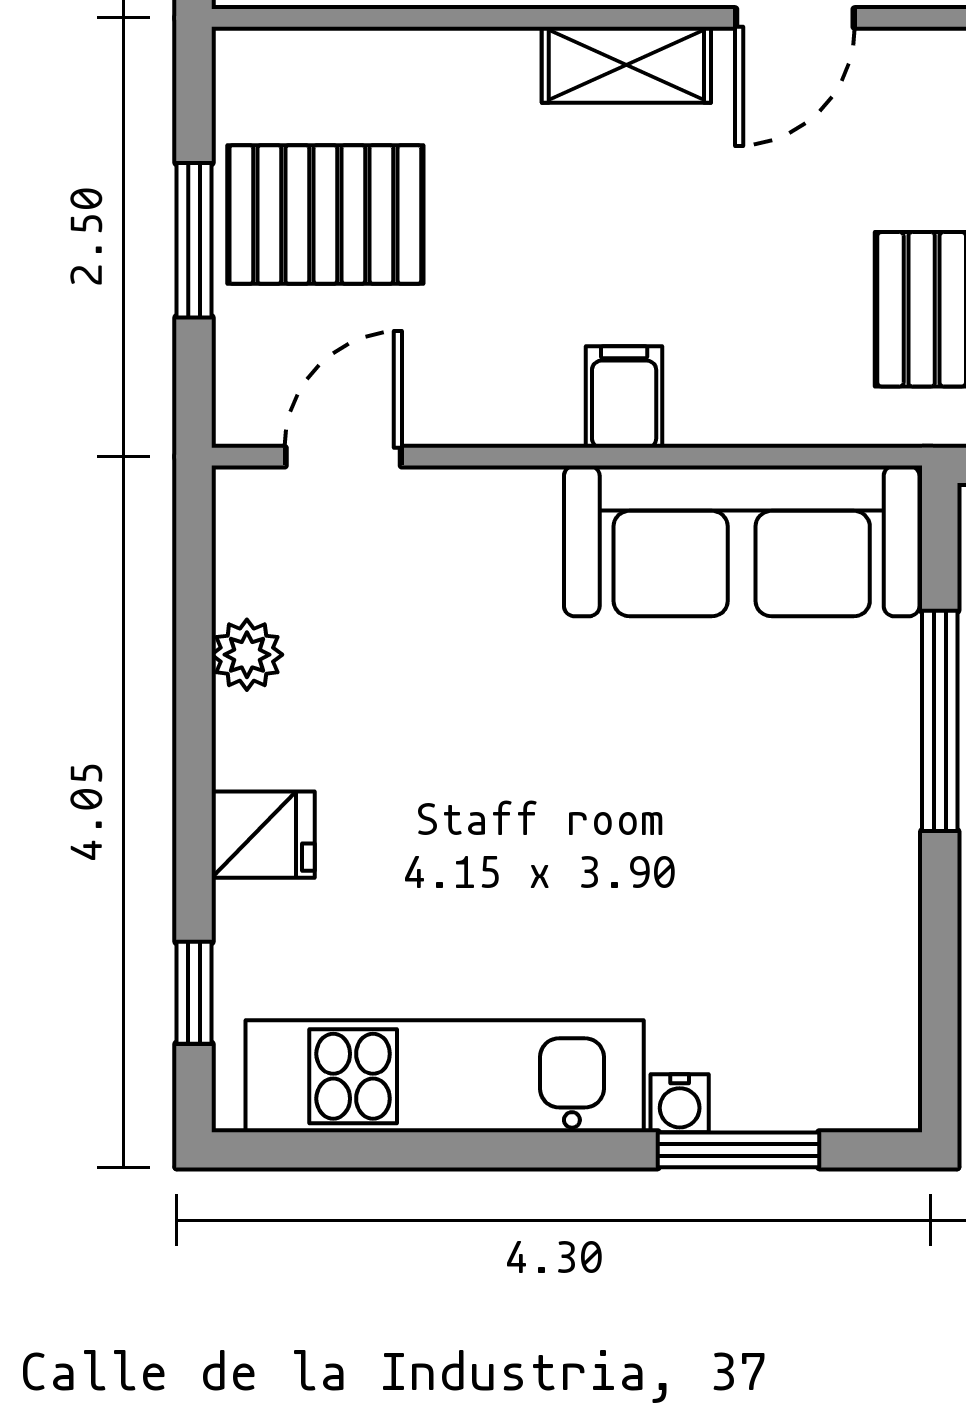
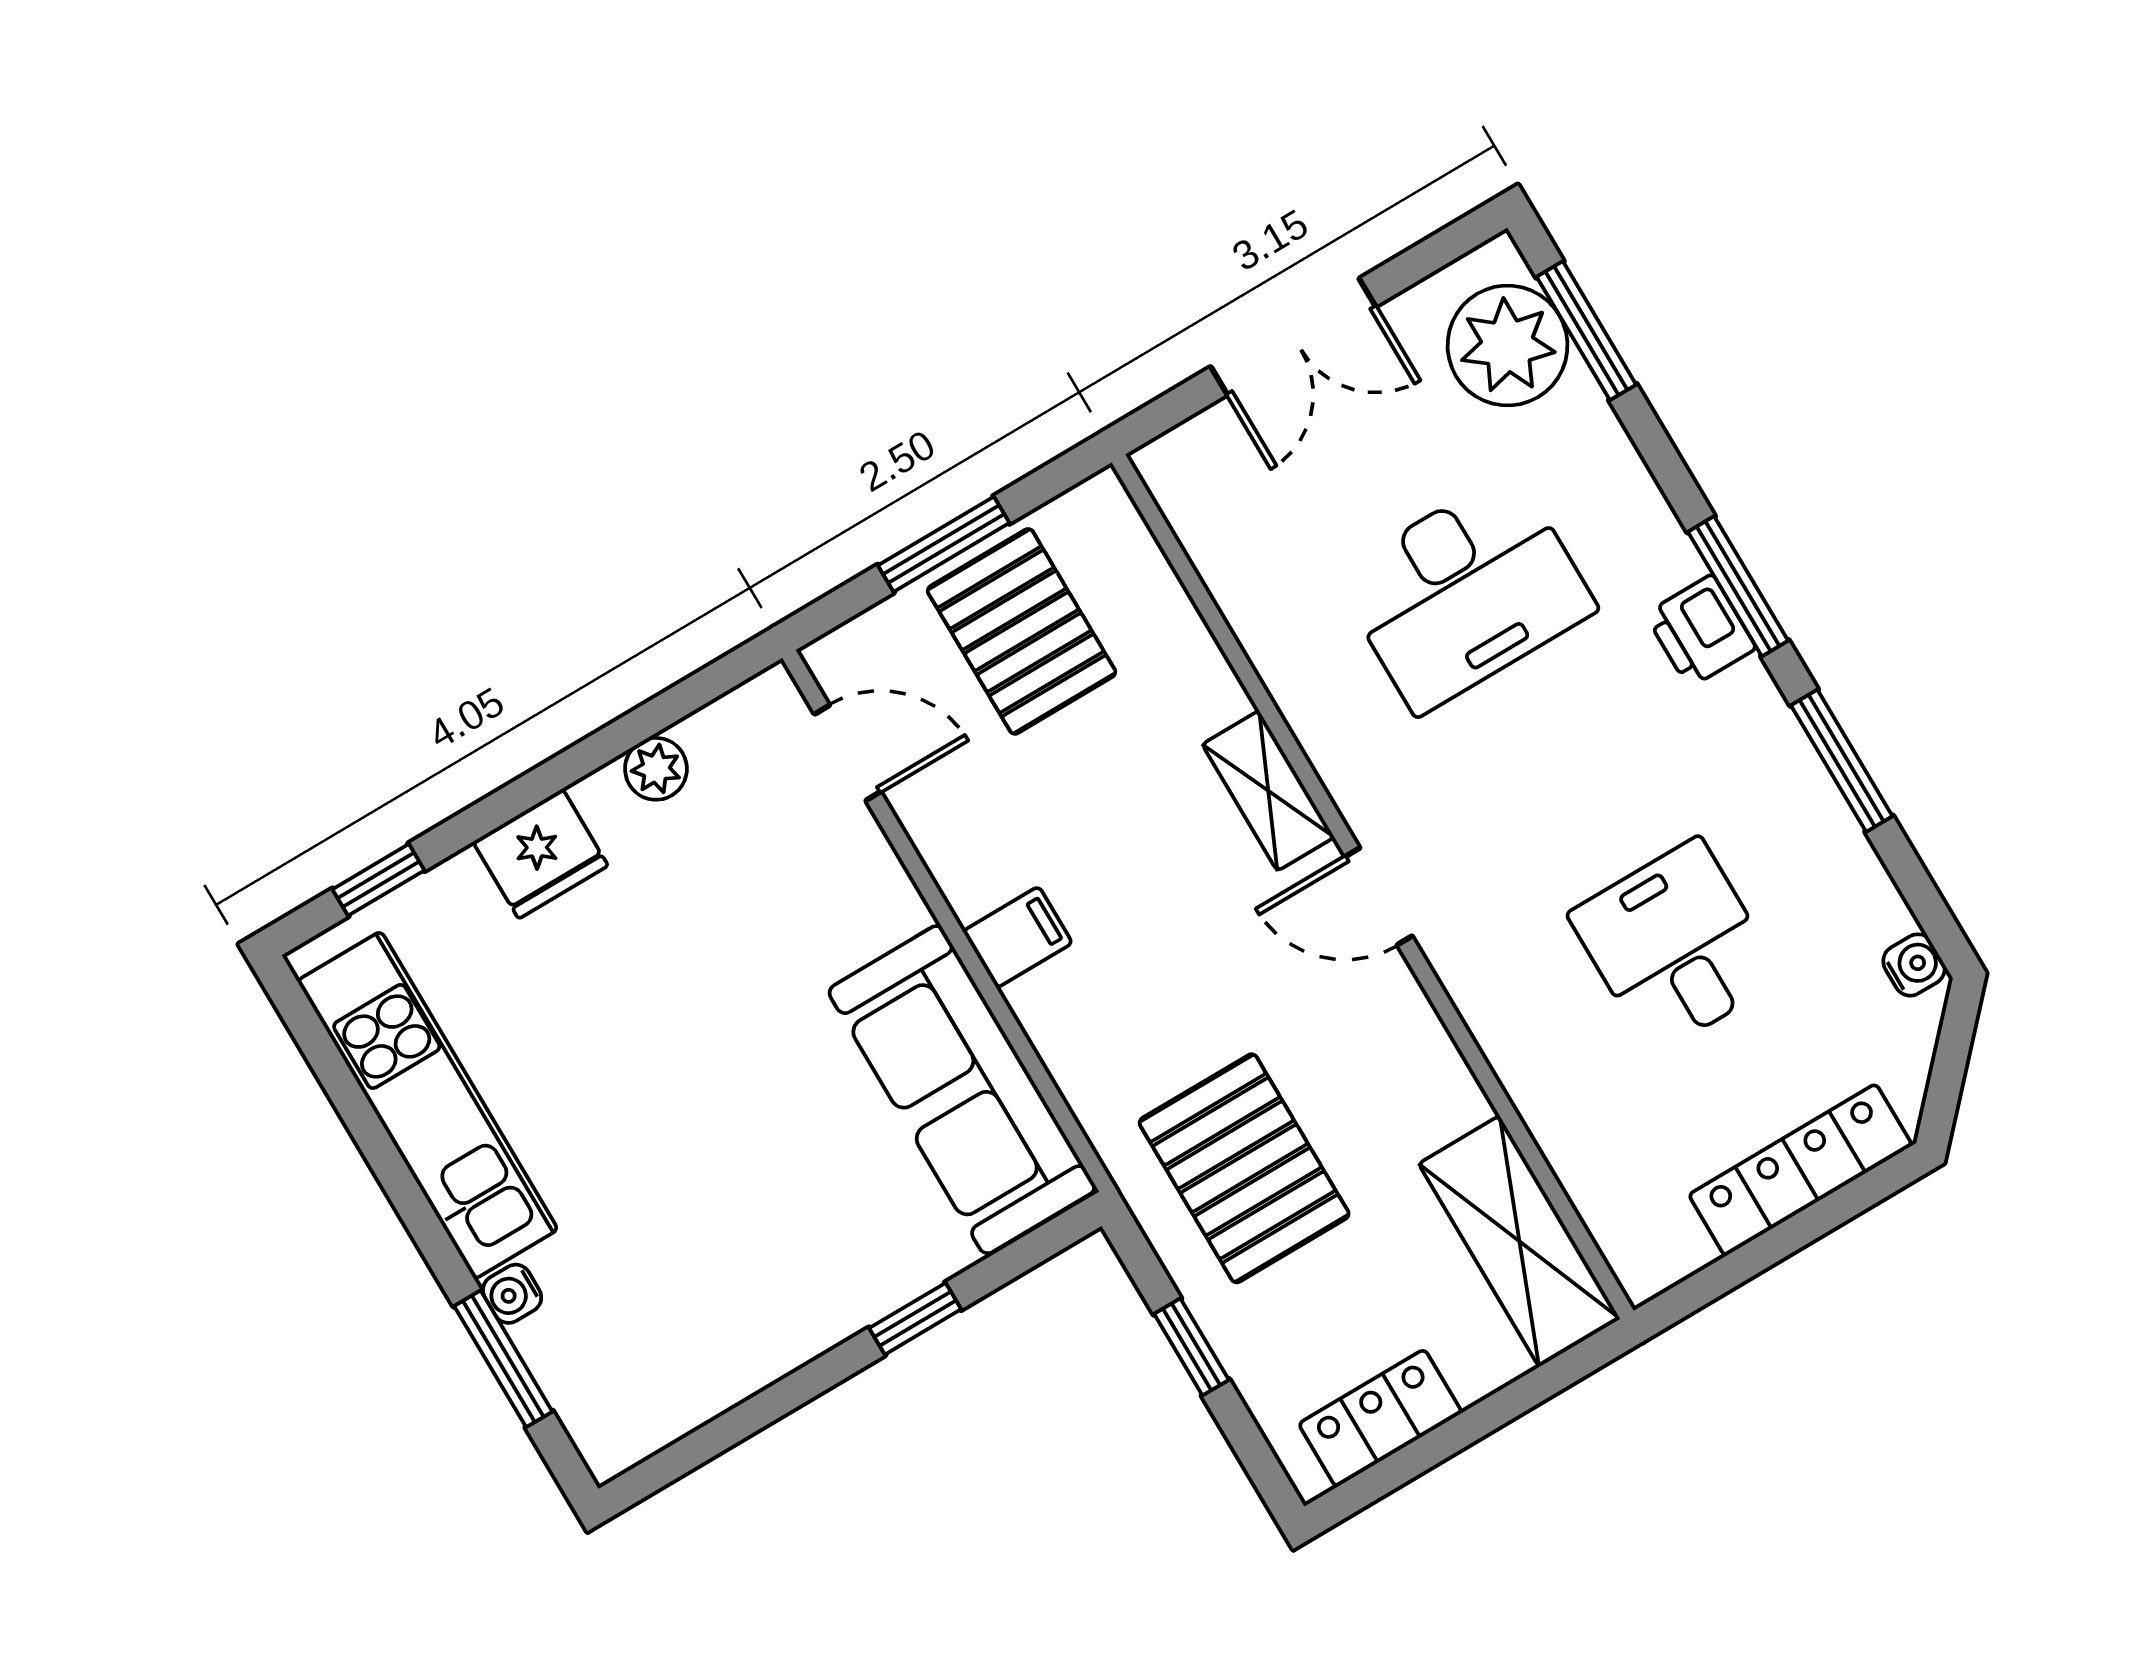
window: (940, 721) -> (915, 1319), width x0.46
fridge: (263, 835) -> (541, 854), width x1.38

